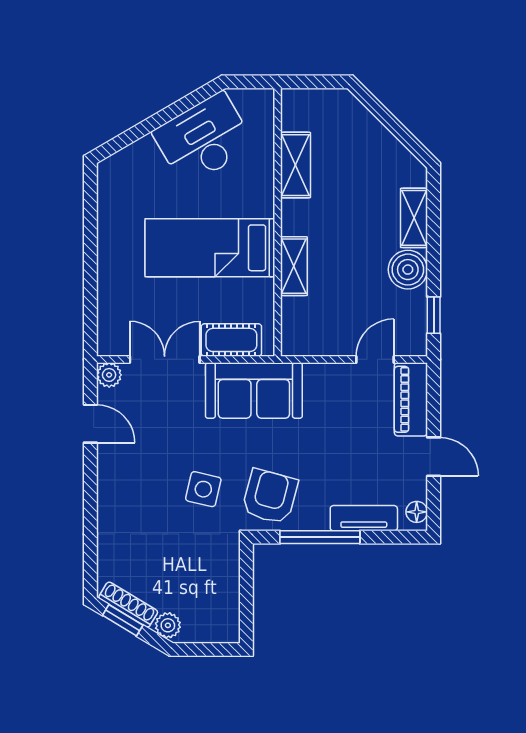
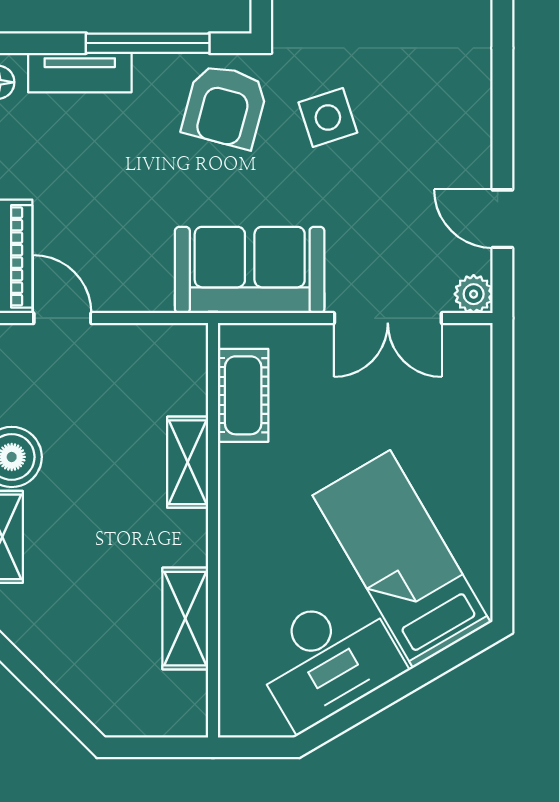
bed: (210, 248) -> (402, 559), moved, turned -120
cot: (231, 340) -> (243, 395), moved, turned 90
door: (375, 359) -> (62, 318), swing flipped
side table: (203, 489) -> (328, 117), turned -31

